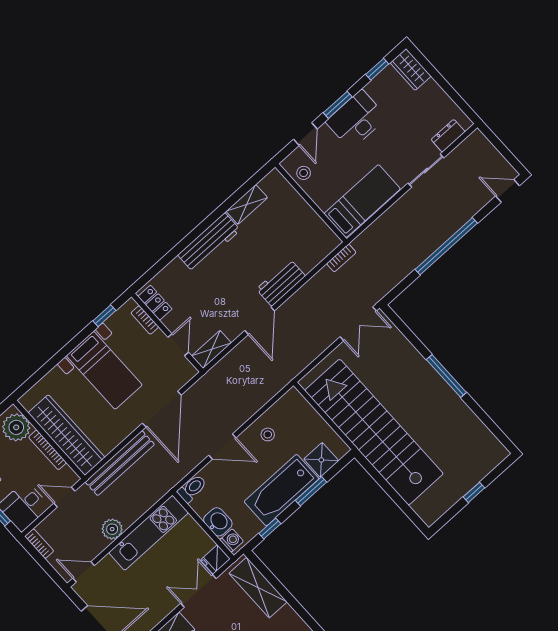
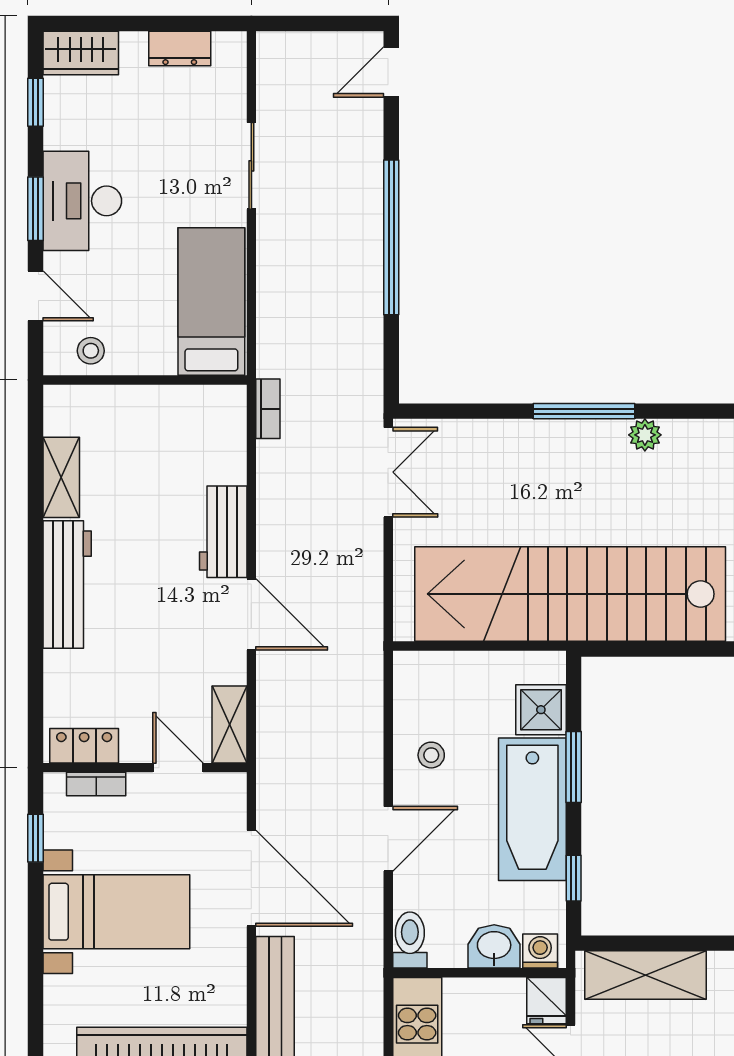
dresser: (448, 136) -> (180, 49), moved, turned -90
plant: (458, 407) -> (645, 435), added

